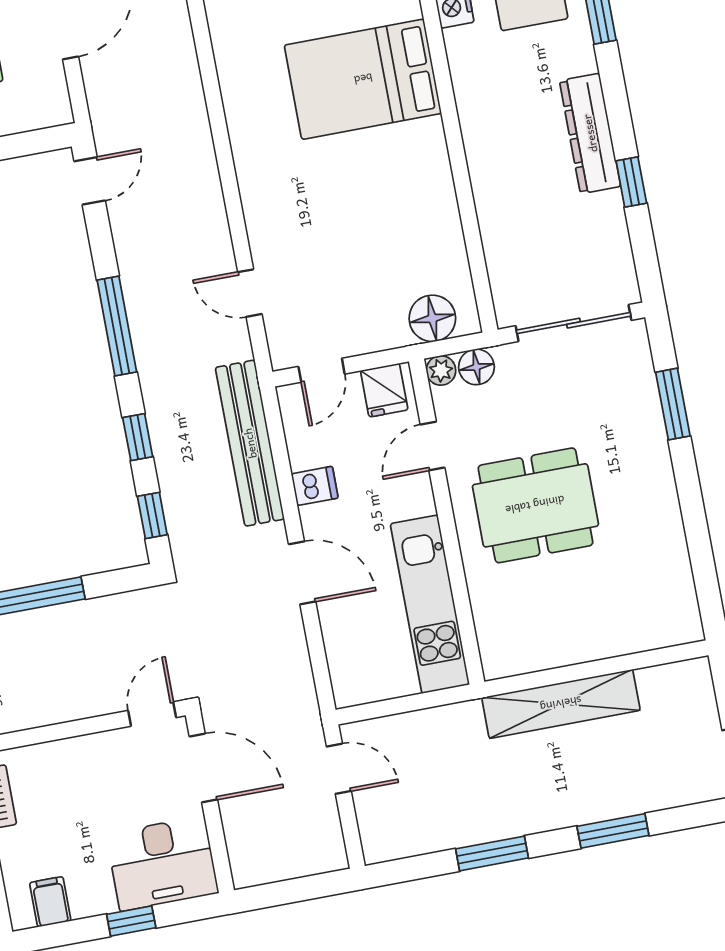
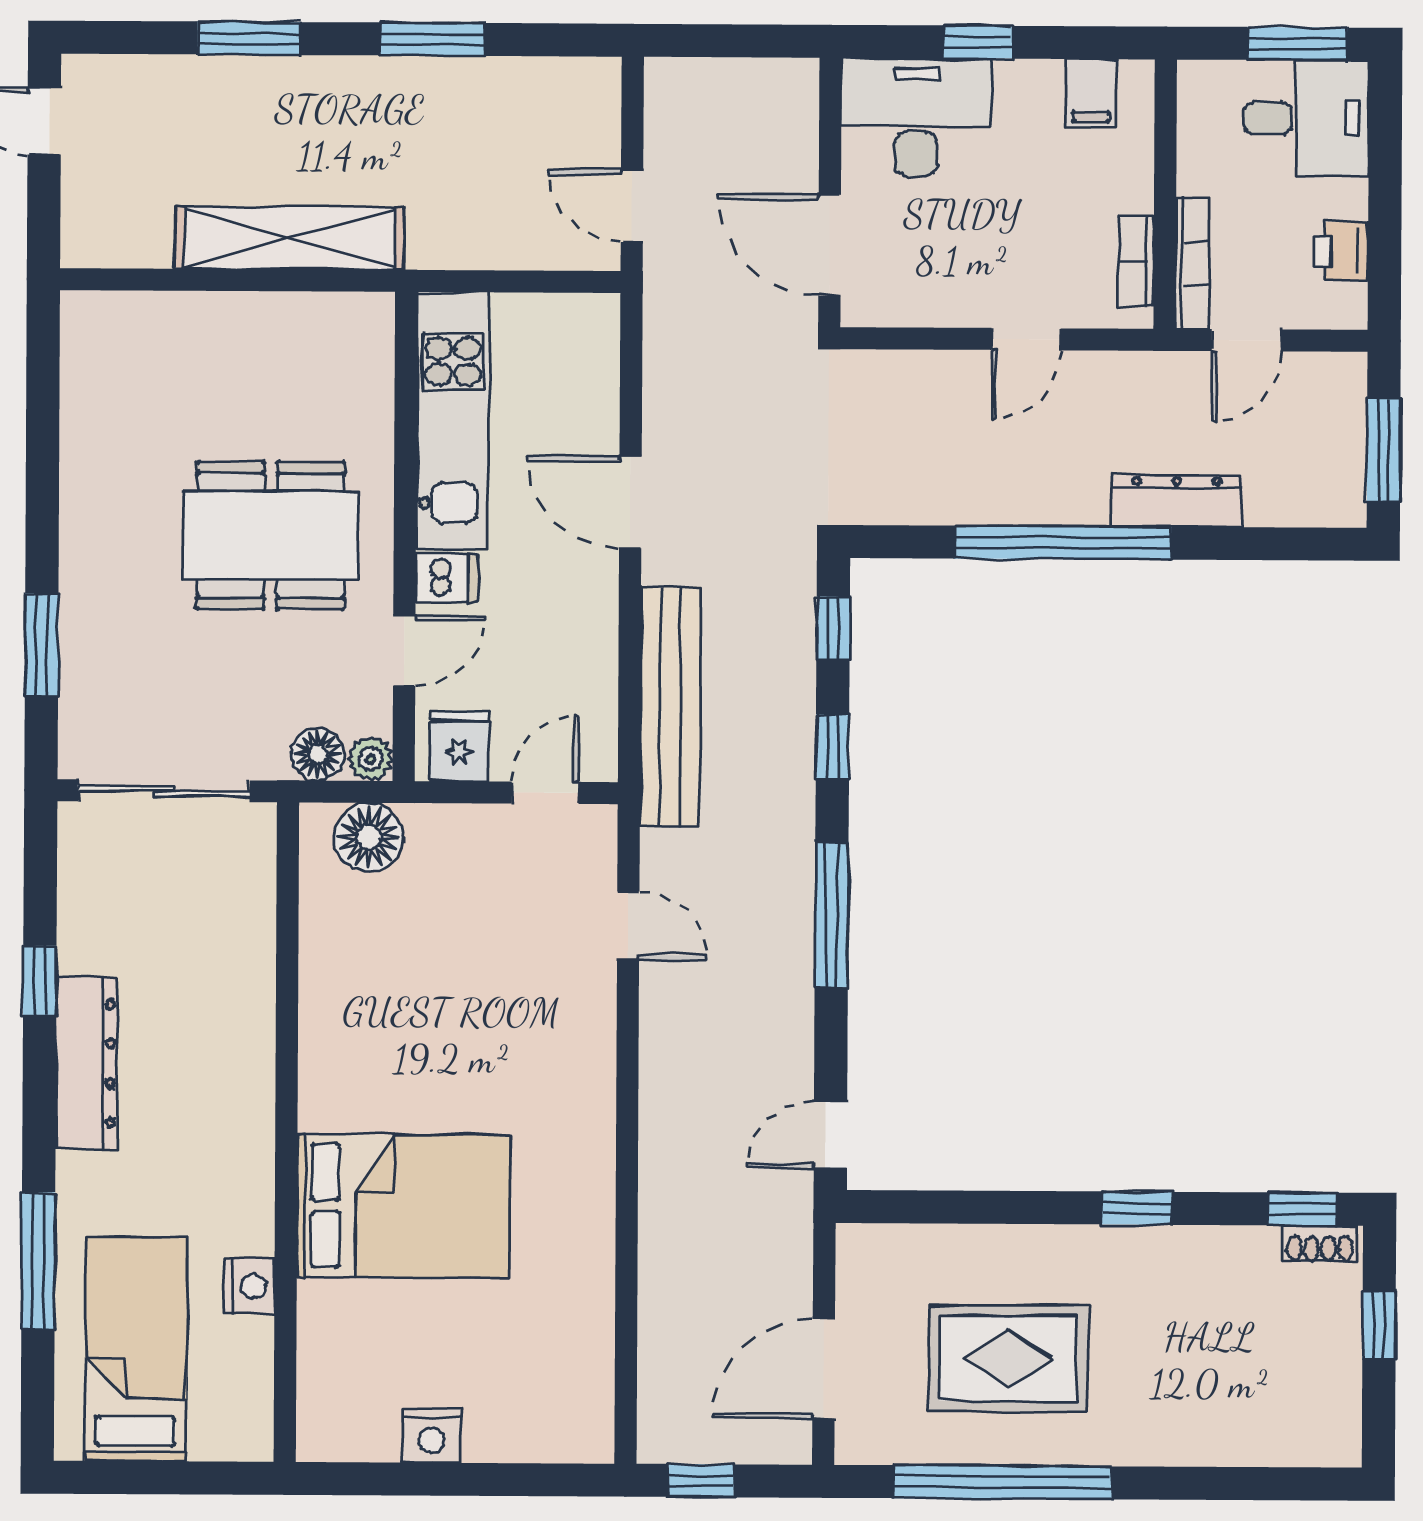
dishwasher: (315, 486) -> (447, 578), moved, turned 180
door: (152, 714) -> (1026, 339), moved

